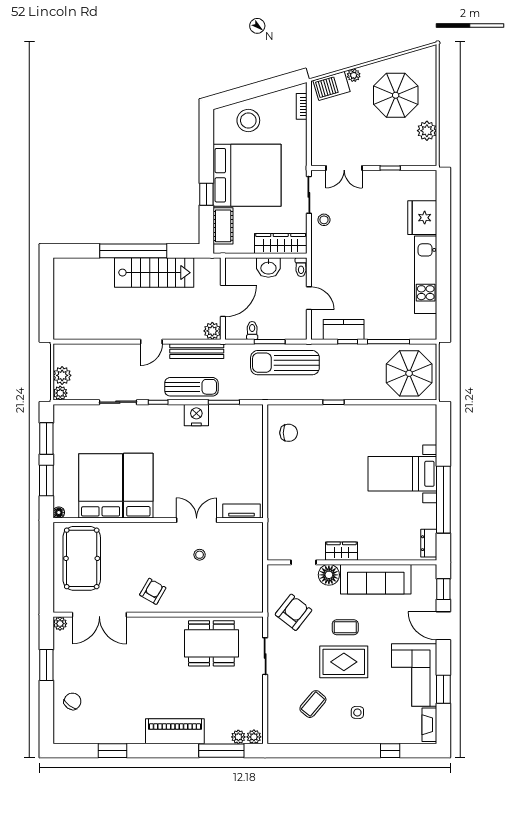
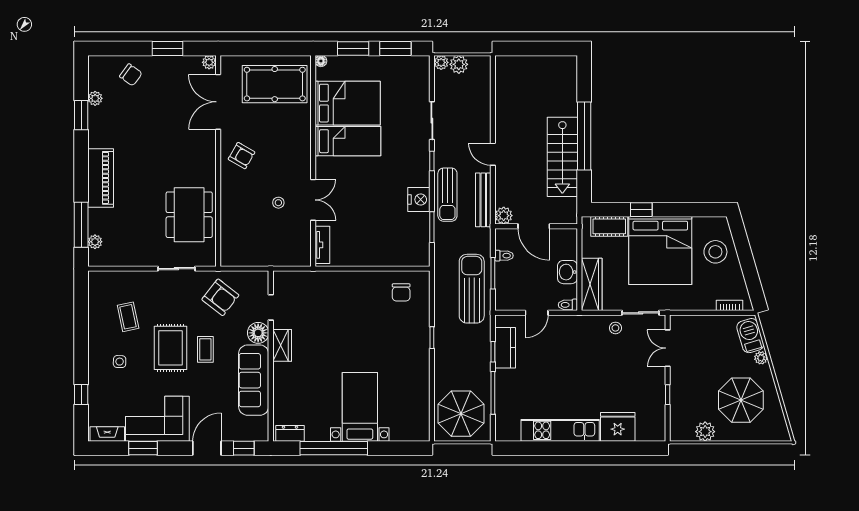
coffee table: (313, 704) -> (128, 317), turned 38
plant: (254, 737) -> (95, 98), moved

